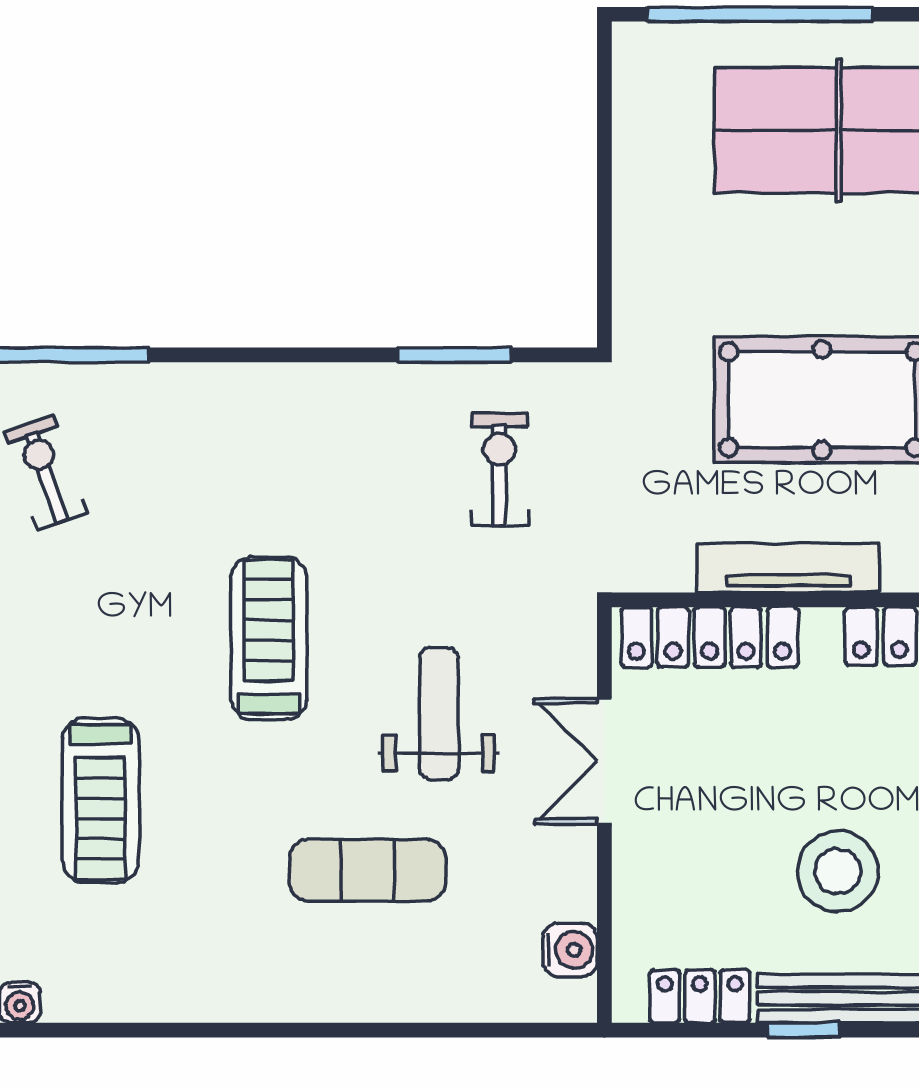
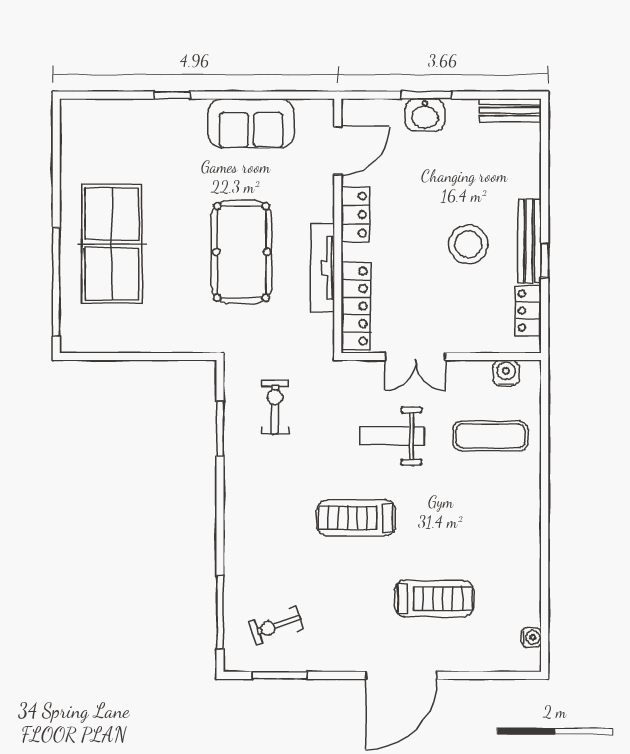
exercise bike: (499, 469) -> (275, 407), turned 90
exercise mat: (367, 870) -> (491, 436), moved, turned 90

